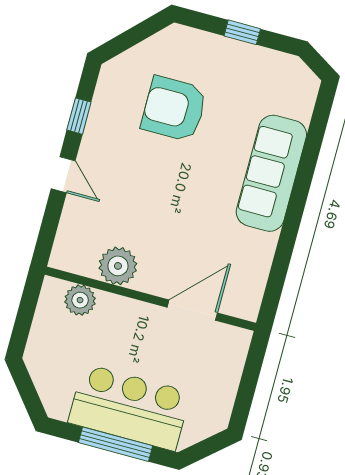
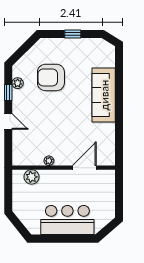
plant: (103, 102) -> (18, 83), added
plant: (118, 266) -> (49, 161), width x0.53, depth x0.53
window: (116, 444) -> (66, 239), removed

